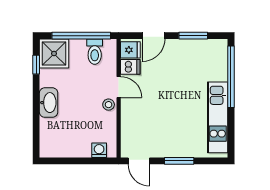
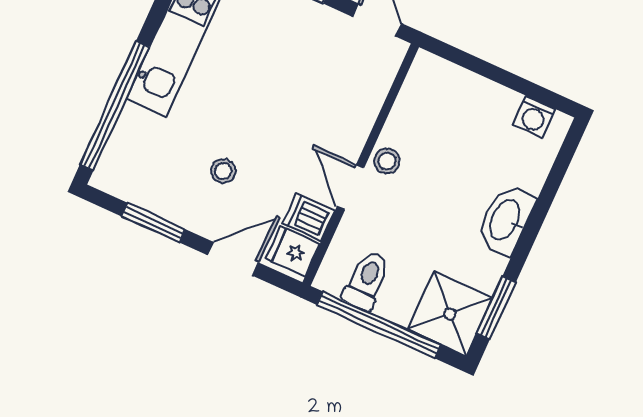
window: (36, 65) -> (496, 308), width x1.50
stool: (174, 70) -> (223, 171), added
washing machine: (99, 150) -> (534, 117), moved

